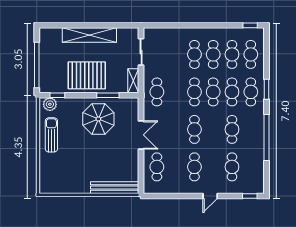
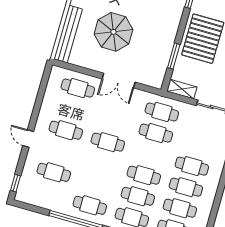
cafe table: (194, 92) -> (156, 133), moved
parasol: (98, 119) -> (113, 32), moved
cafe table: (232, 129) -> (90, 205), moved

